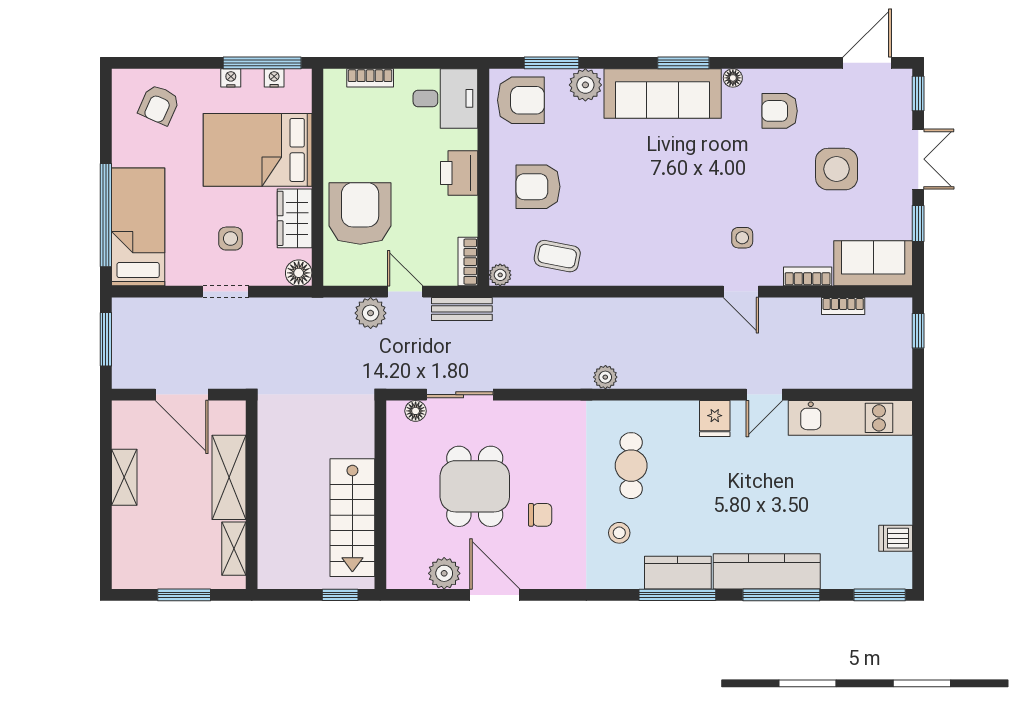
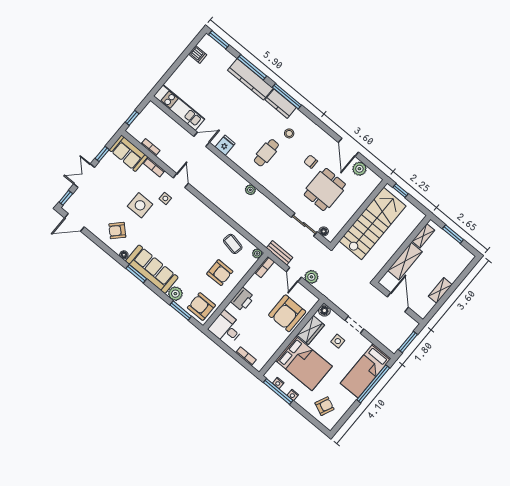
armchair: (780, 111) -> (117, 231), turned 134
side table: (837, 169) -> (140, 205), moved
stairs: (352, 518) -> (373, 223), width x1.36, depth x1.51

